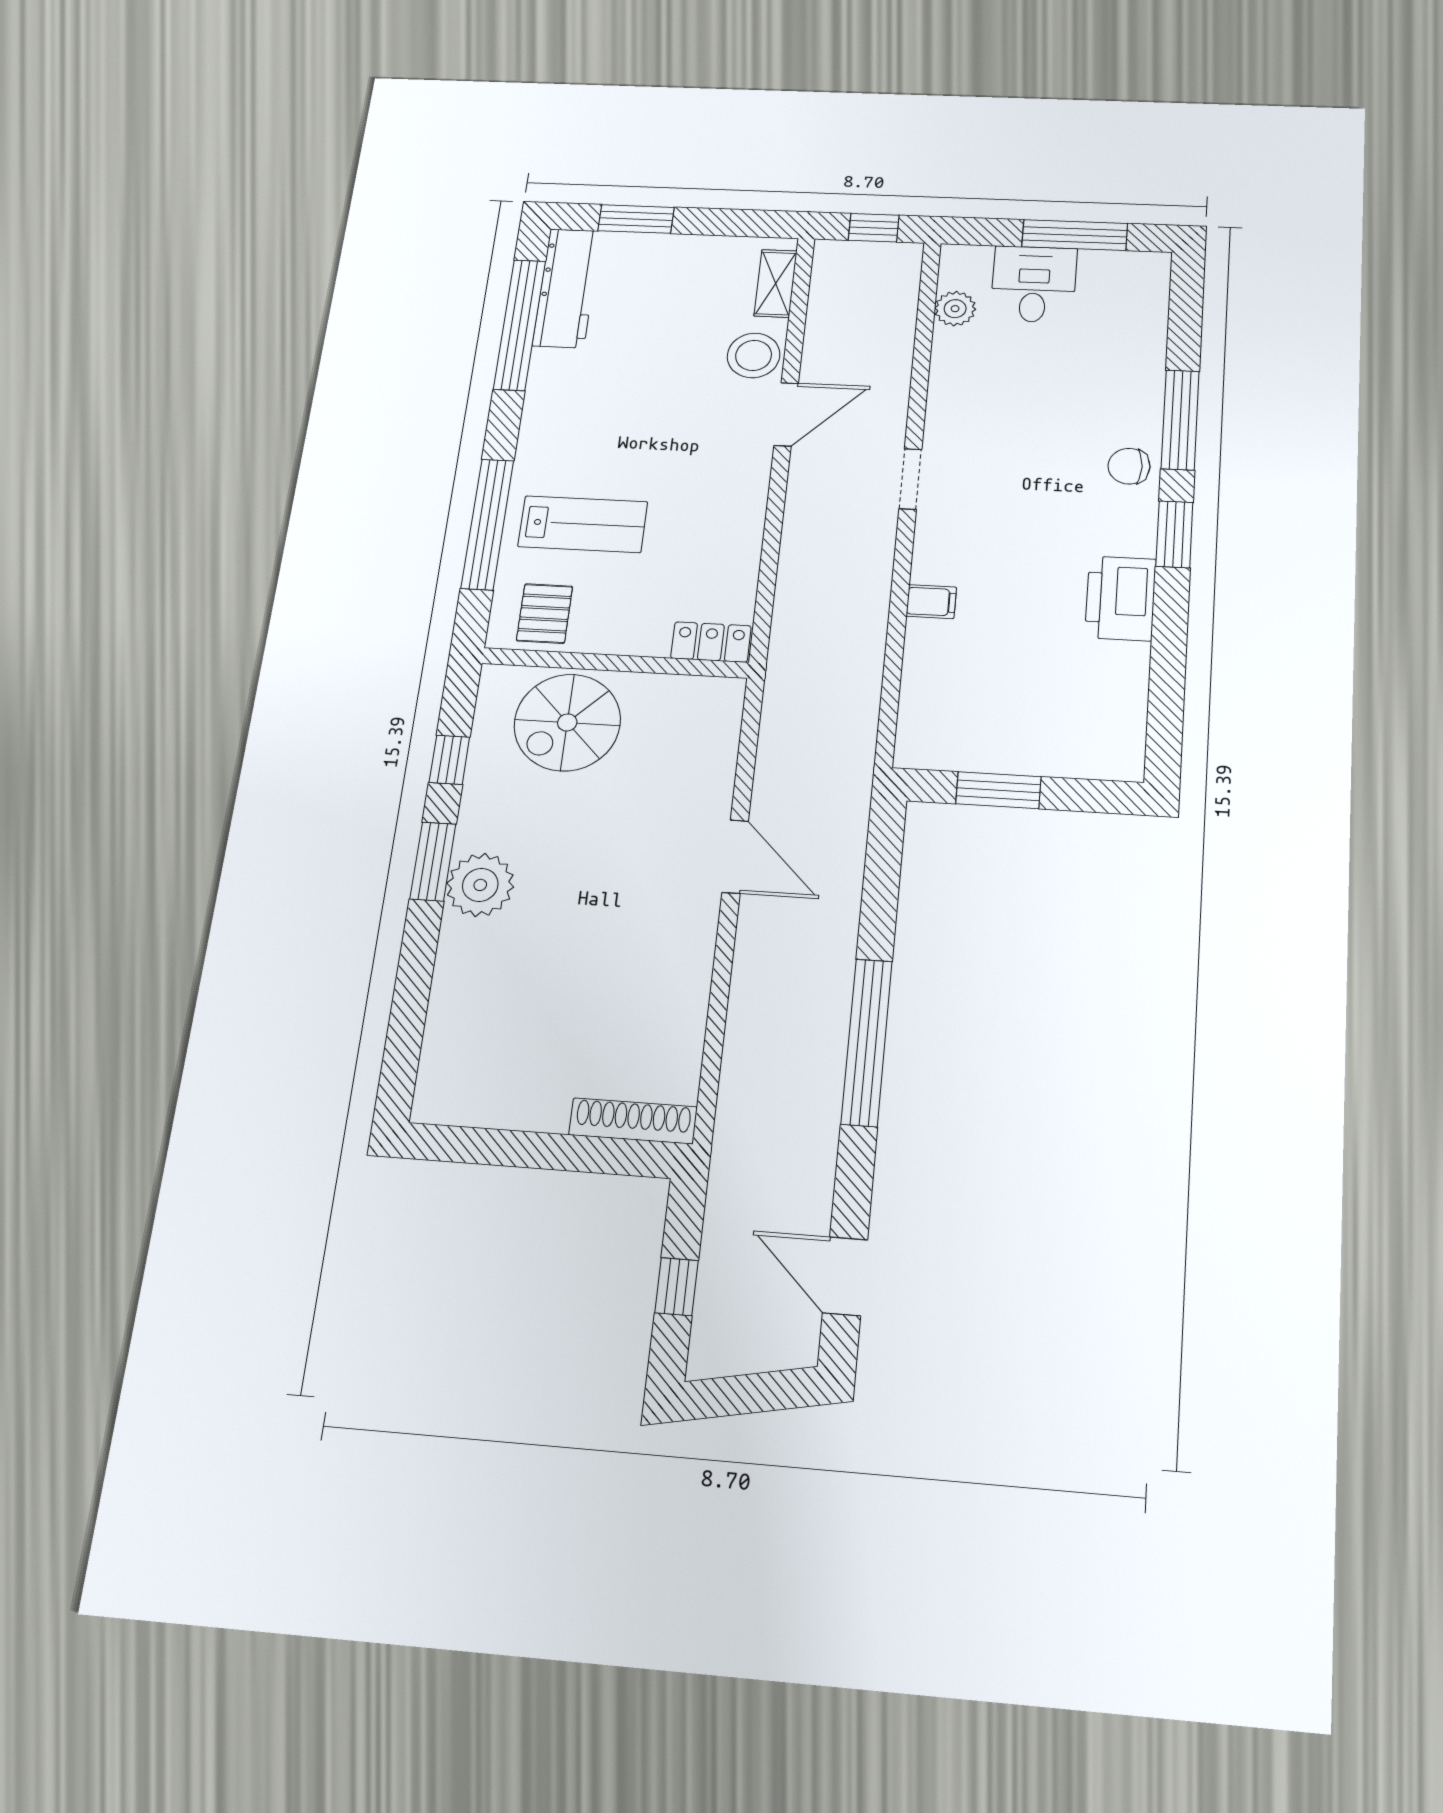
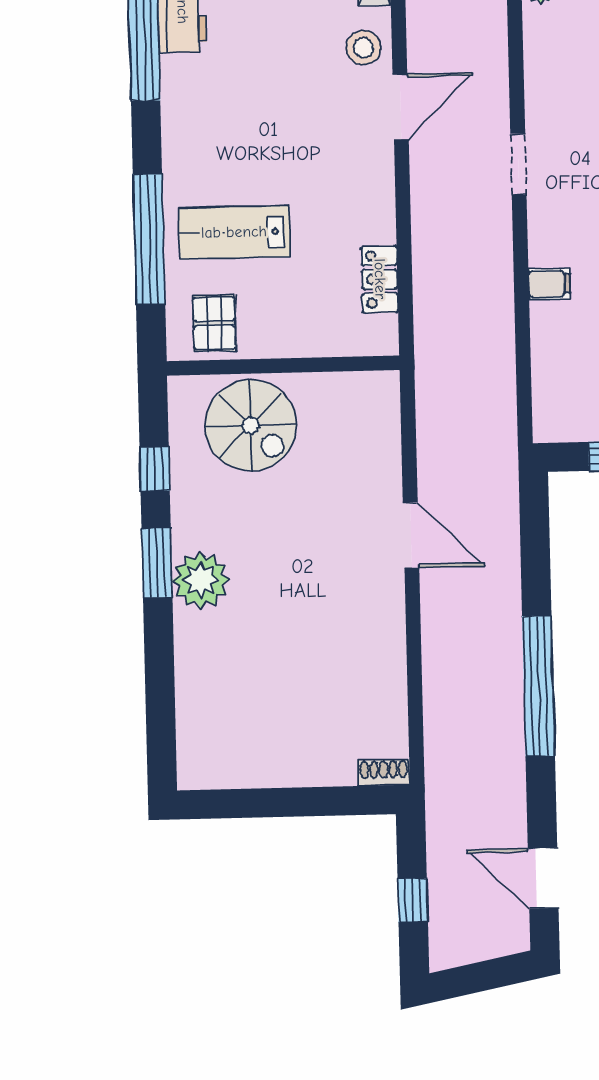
stool: (754, 355) -> (363, 48), width x0.73, depth x0.73
lab bench: (583, 524) -> (234, 232), turned 180
locker: (711, 642) -> (380, 279), moved, turned -90
spiral stairs: (567, 722) -> (251, 425), turned -90
shoe rack: (633, 1121) -> (384, 773), width x0.51, depth x0.81

